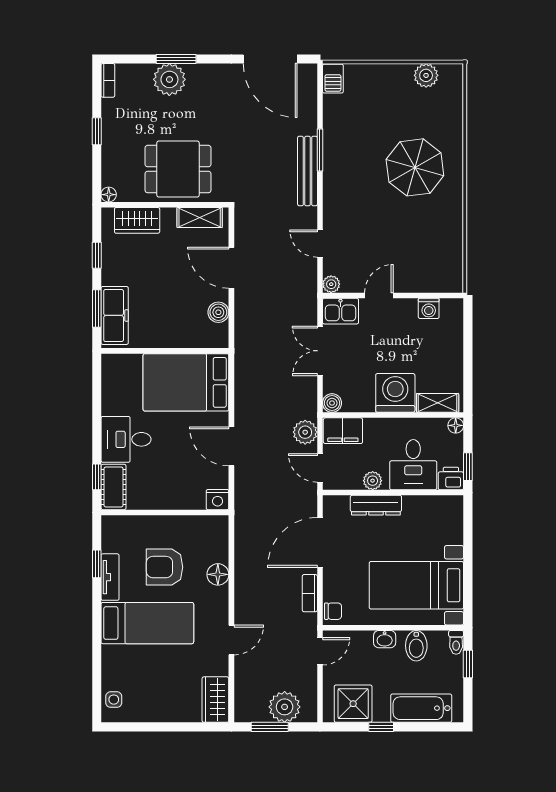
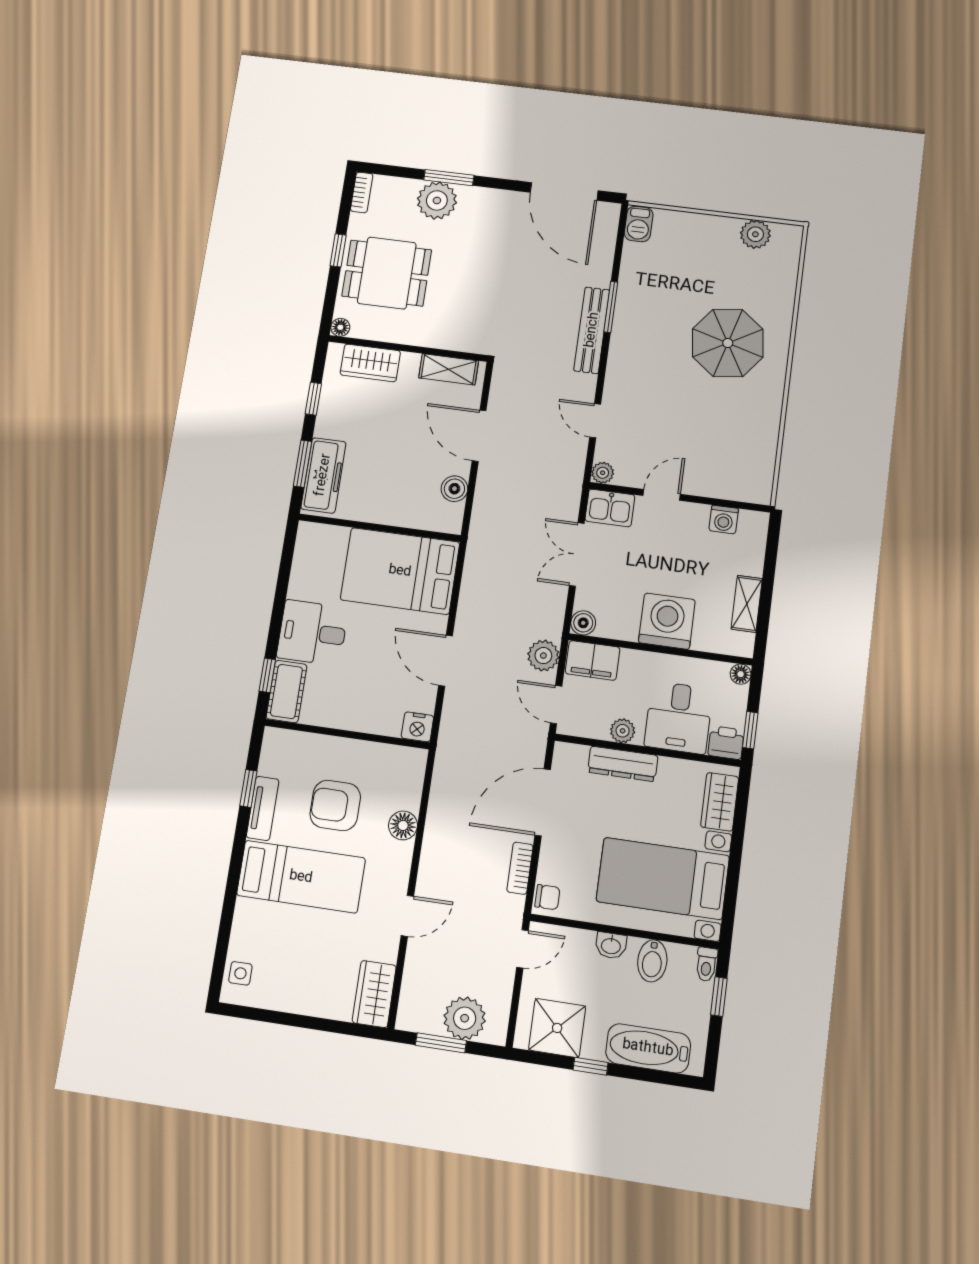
dining table: (178, 169) -> (387, 273), moved
shelving: (438, 403) -> (747, 604), moved, turned 90
wardrobe: (451, 523) -> (720, 802), added

